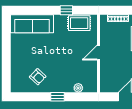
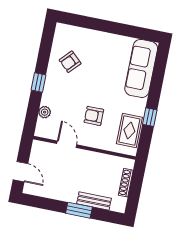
armchair: (74, 51) -> (94, 116), added
door: (98, 53) -> (67, 144), moved

